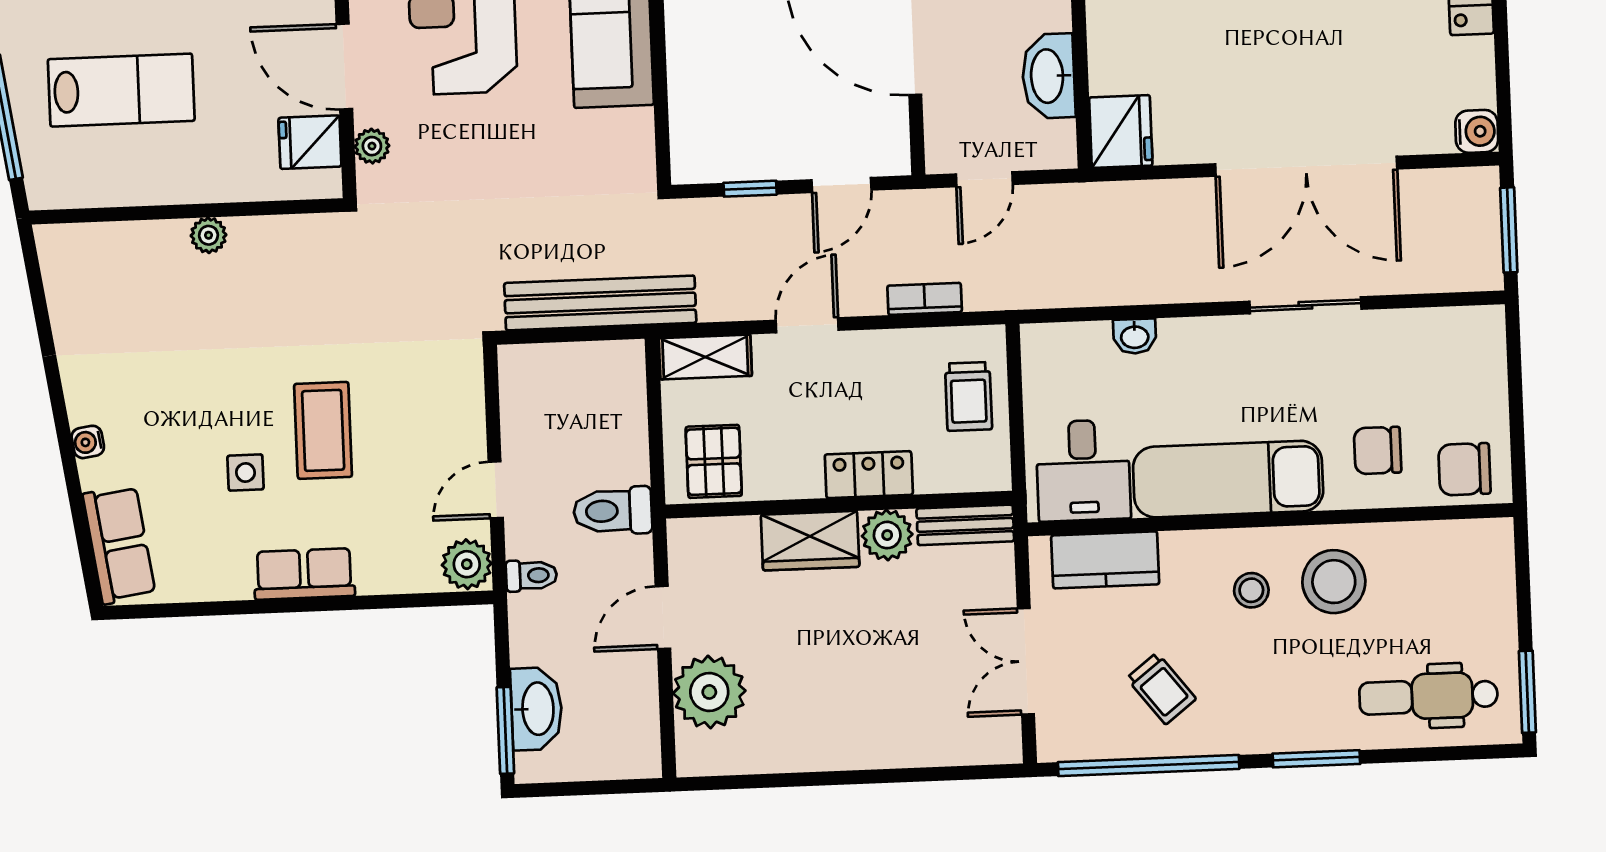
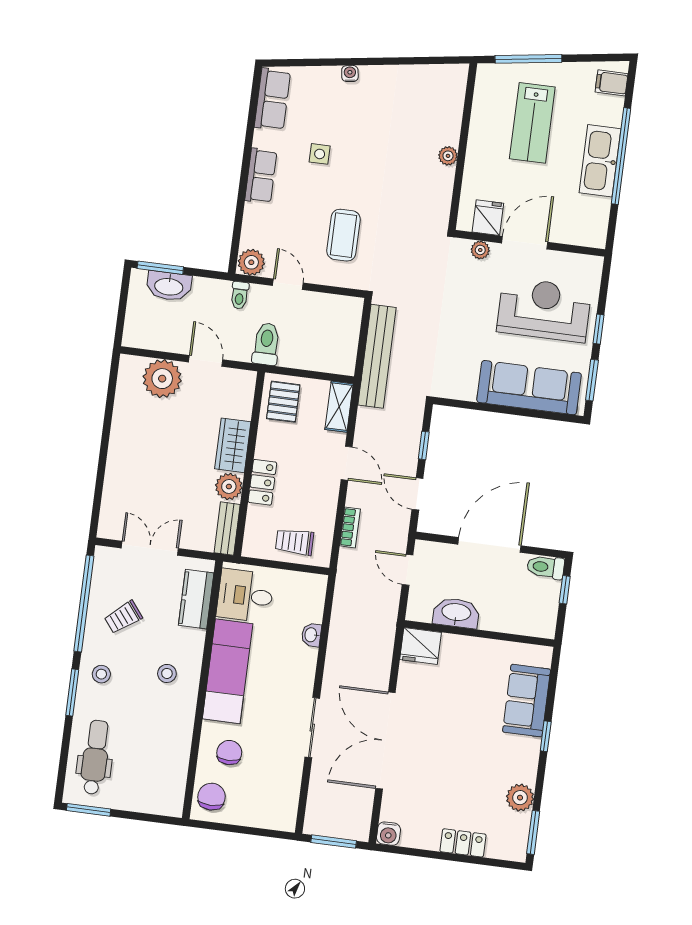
coffee table: (323, 430) -> (344, 235), moved, turned 90
pallet: (714, 461) -> (283, 402), turned 90
row of seats: (119, 544) -> (272, 99), moved, turned -82
stool: (1334, 582) -> (101, 674), moved, width x0.53, depth x0.53

